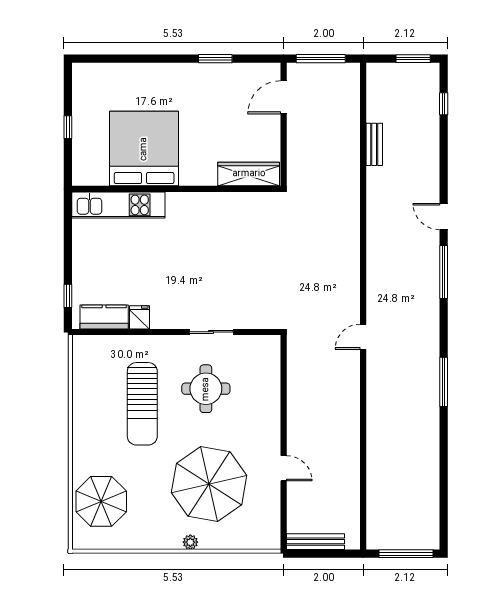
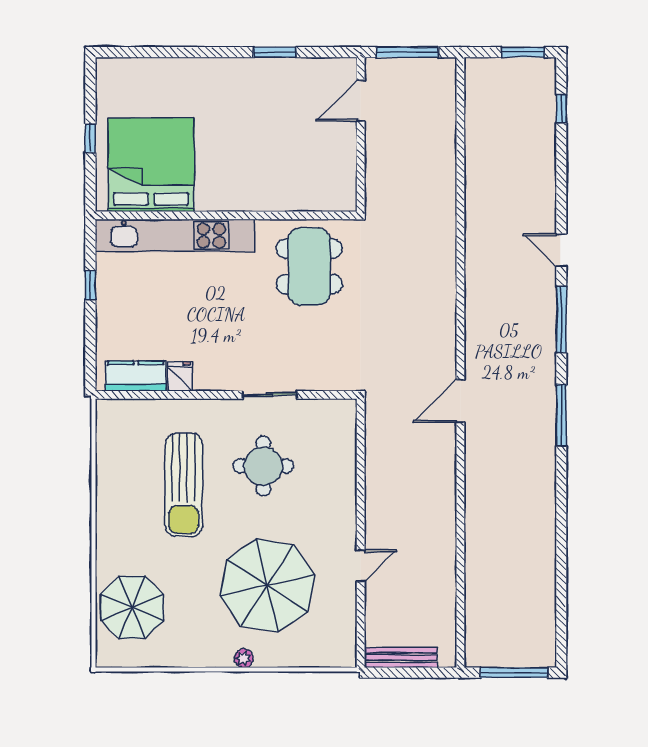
bench: (374, 144) -> (474, 160), removed
bed: (144, 149) -> (151, 165), moved
wardrobe: (249, 174) -> (317, 197), removed
kitchen unit: (118, 205) -> (175, 236), width x1.36
dining table: (242, 230) -> (309, 266), added
window: (68, 296) -> (90, 285), moved
door: (363, 337) -> (460, 401), width x1.38
window: (444, 382) -> (561, 415), moved
door: (284, 468) -> (361, 566), hinge flipped

